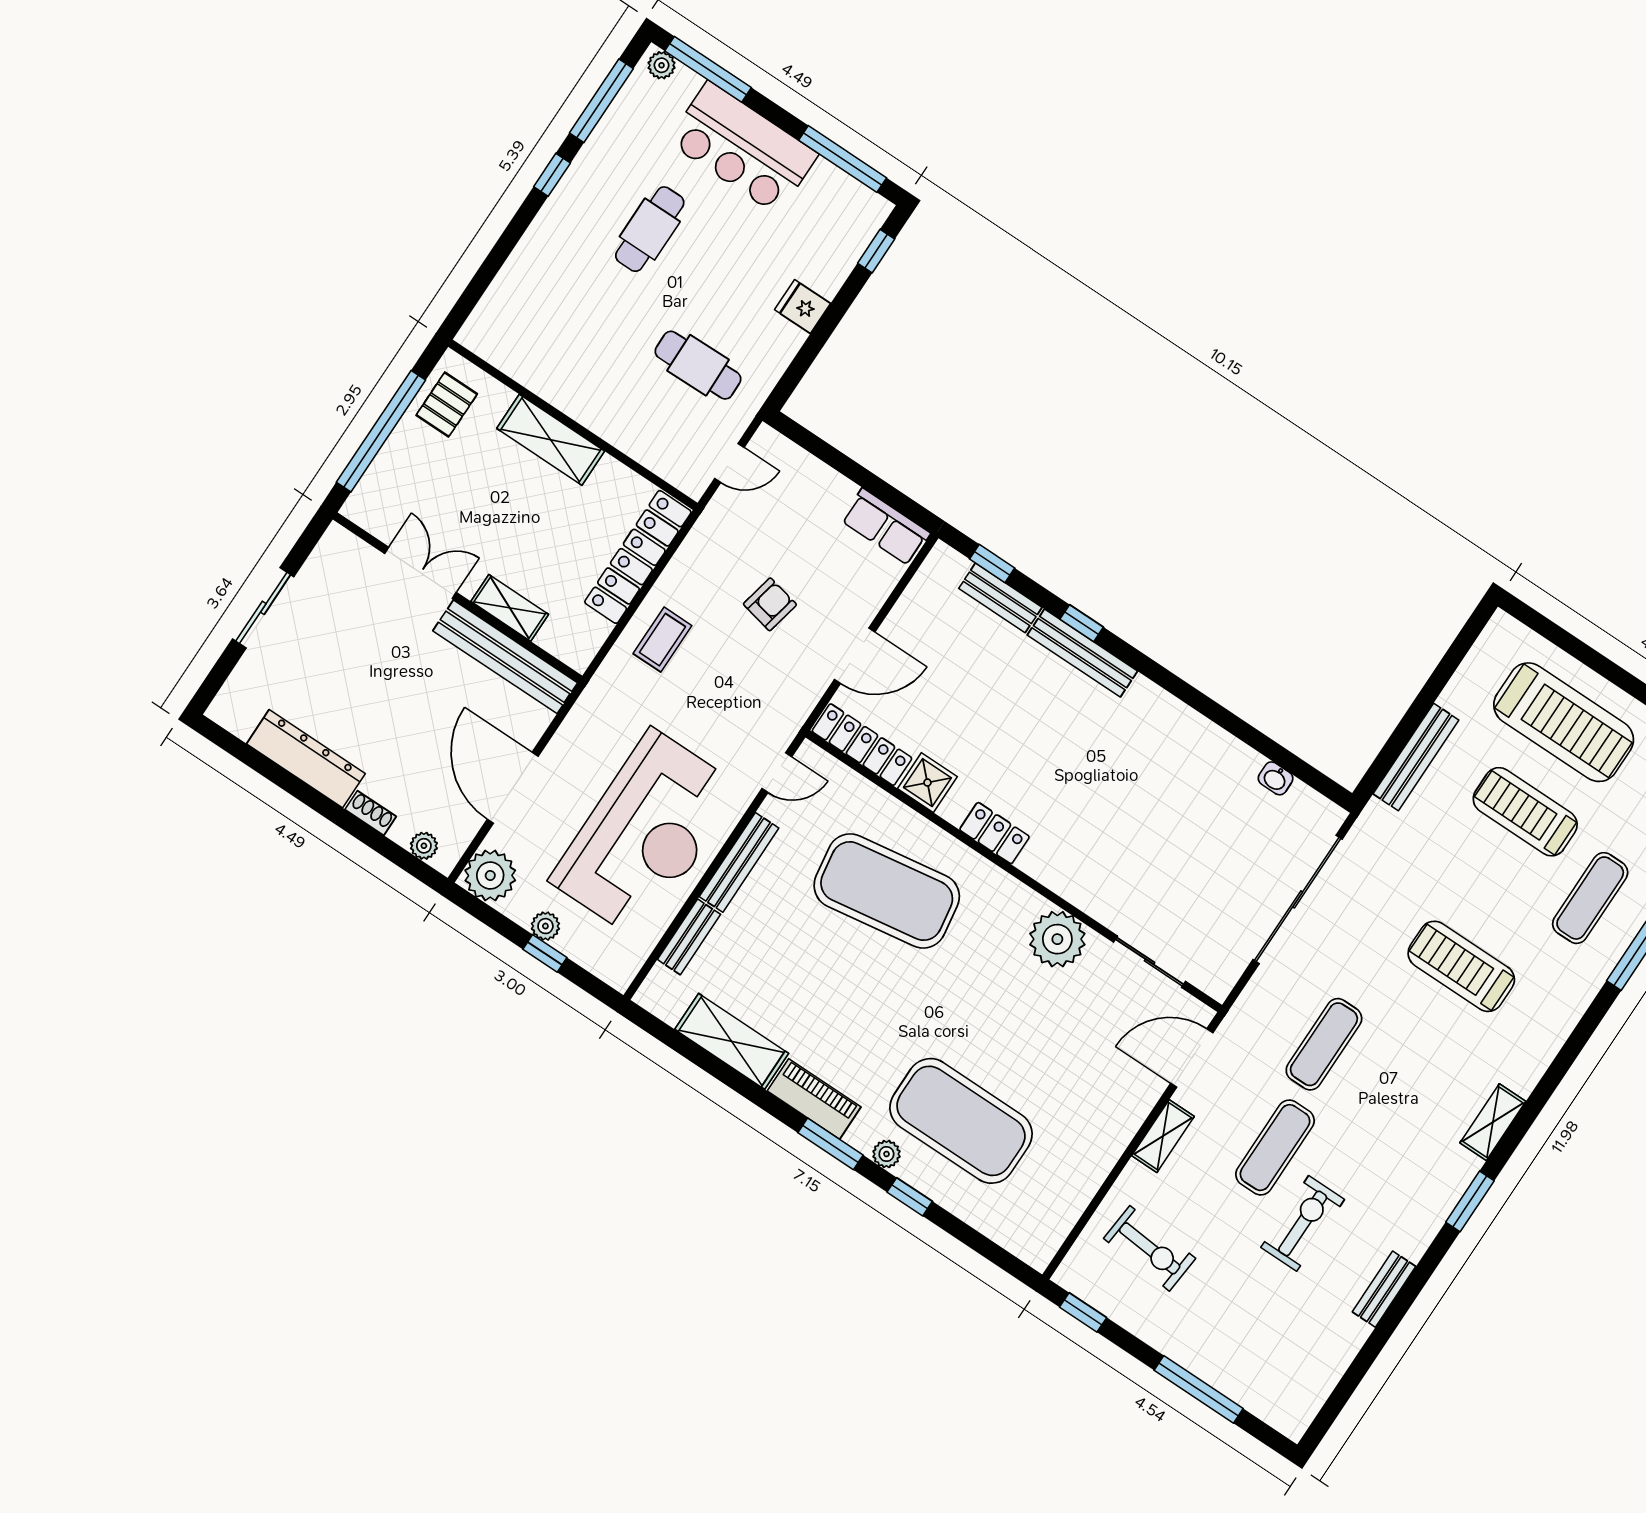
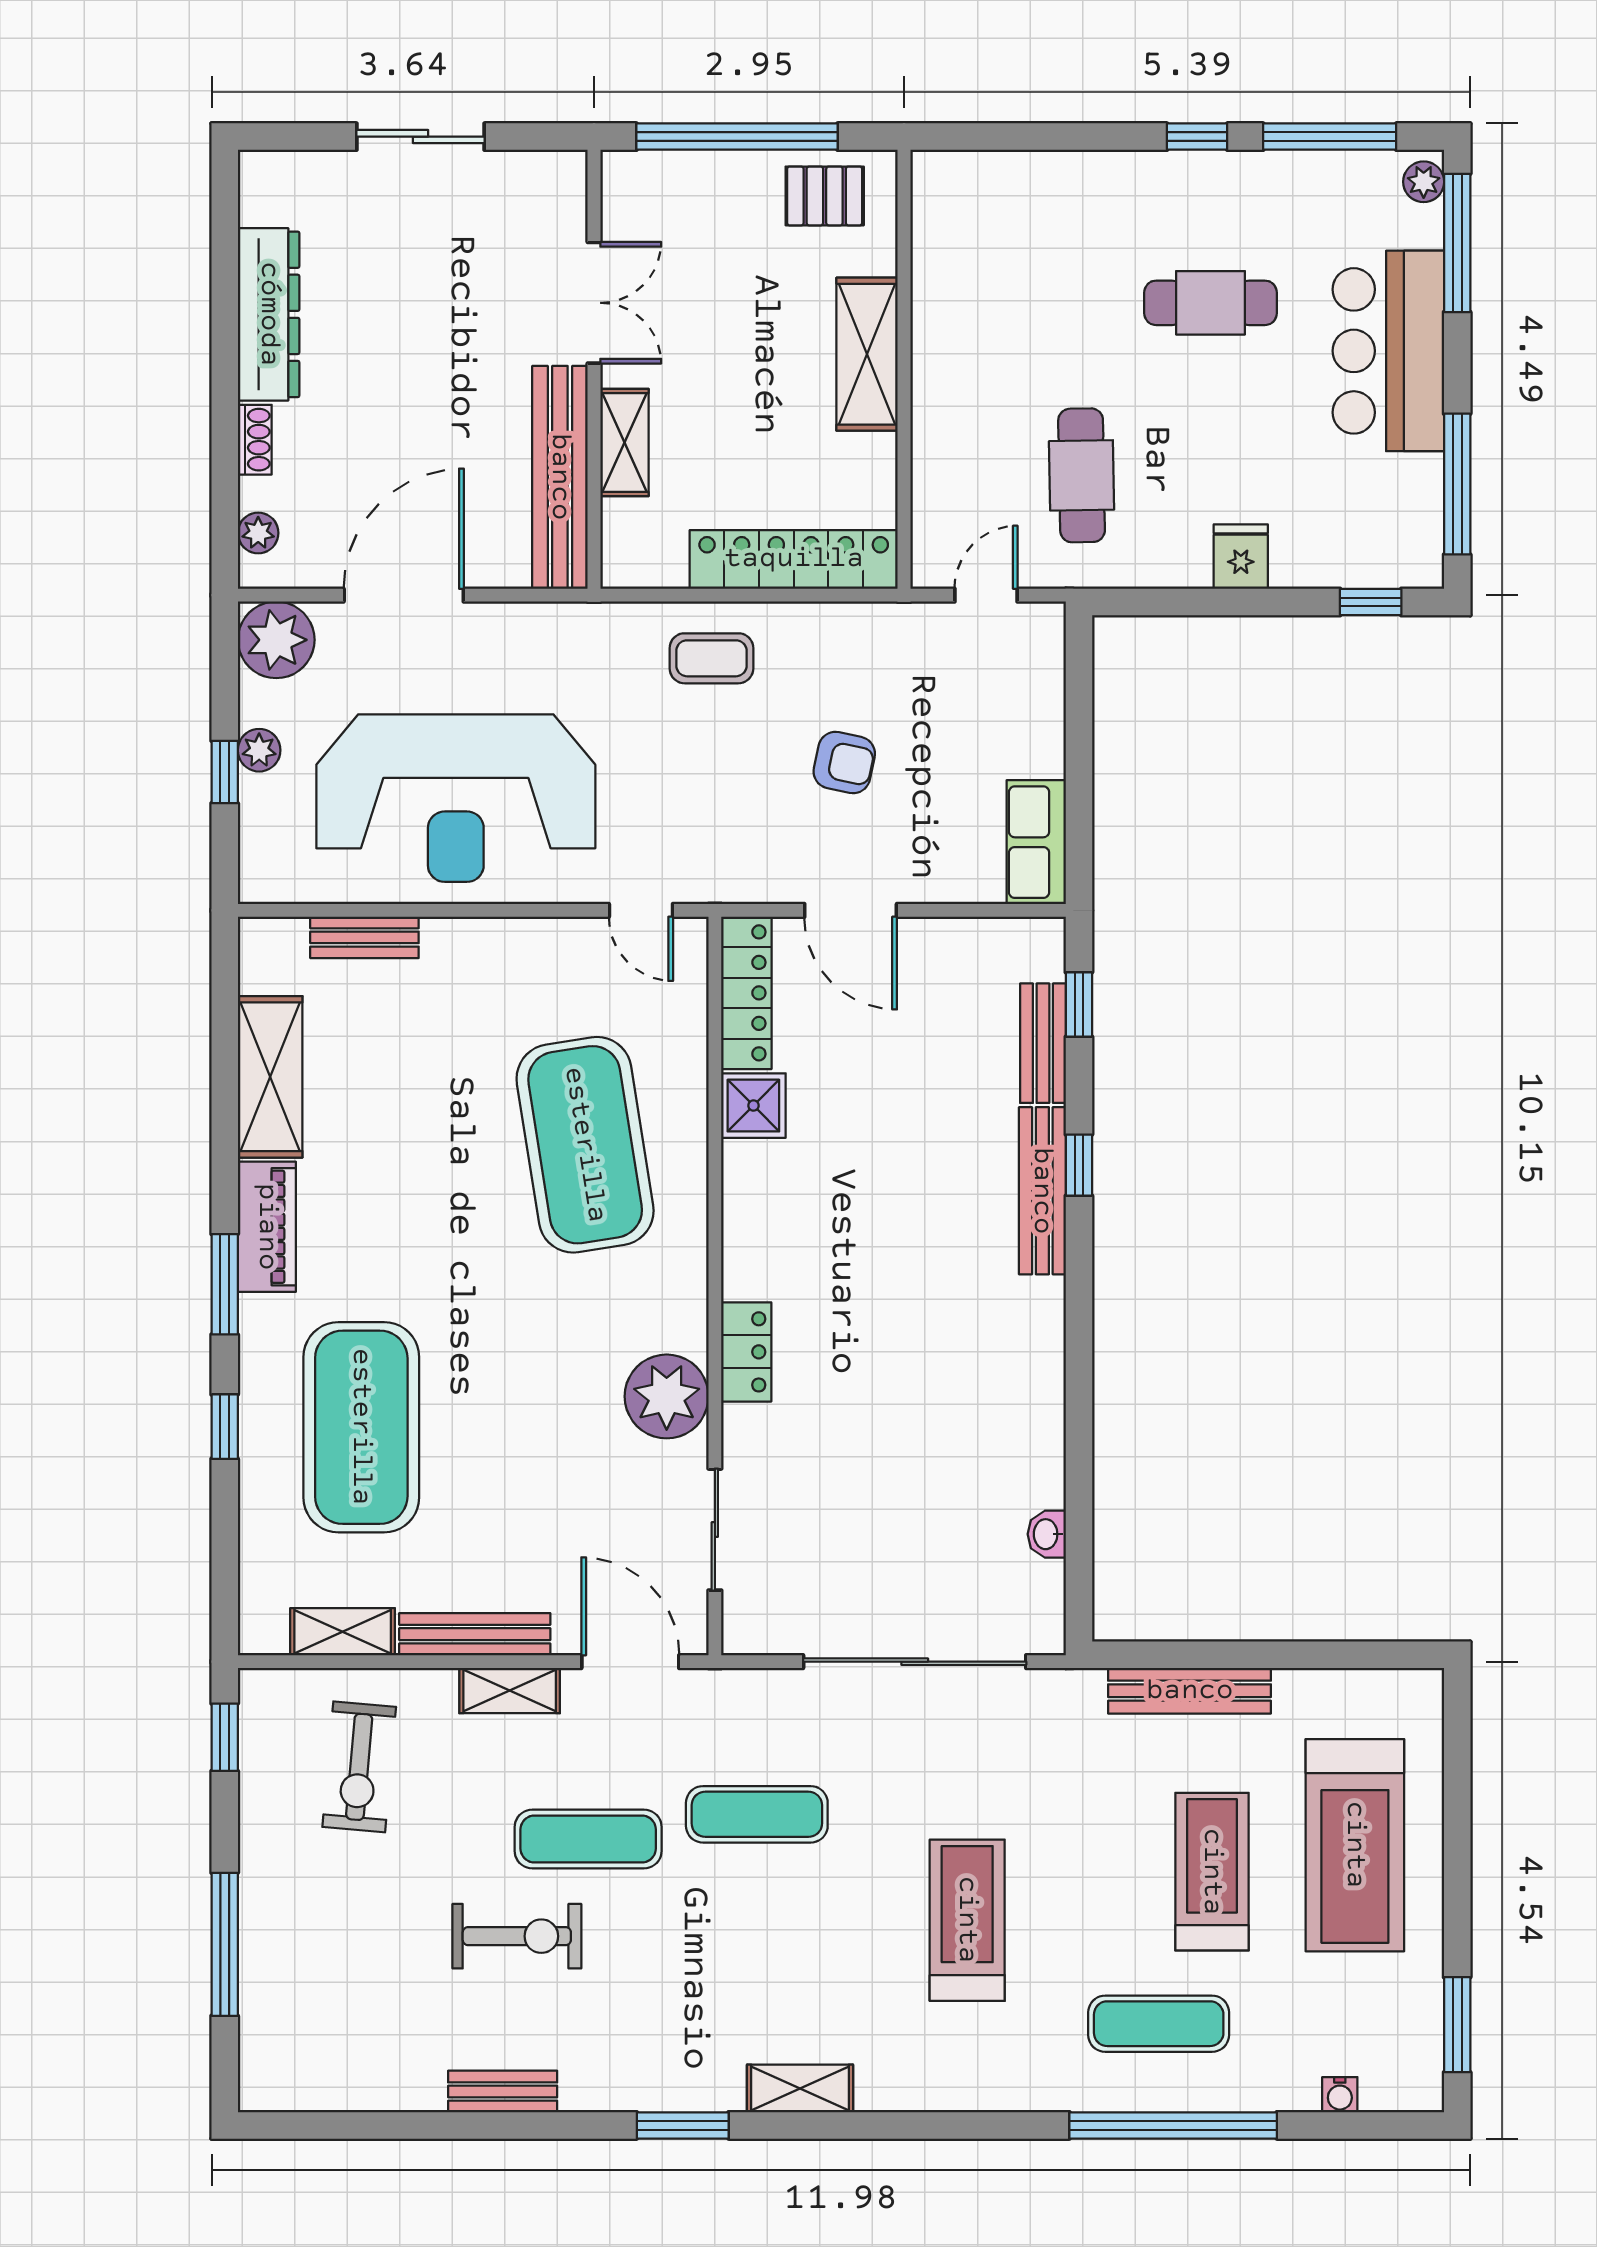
door: (729, 463) -> (986, 595), swing flipped
locker: (995, 833) -> (746, 1352), moved
bench: (739, 862) -> (475, 1634), moved
plant: (886, 1154) -> (259, 1362), removed
shelving: (1068, 1207) -> (343, 1632), added

